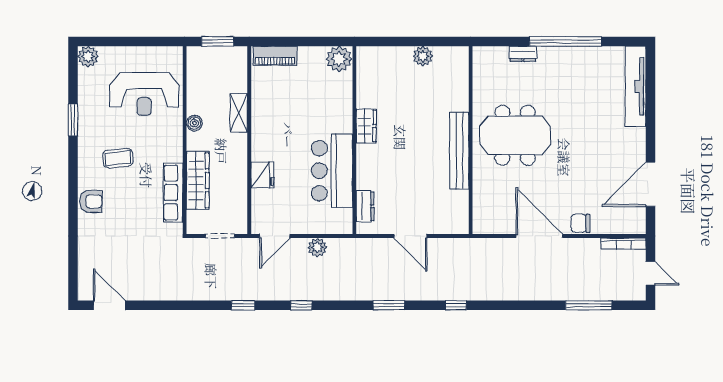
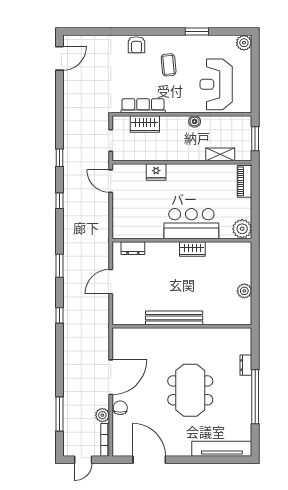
shelving: (239, 113) -> (220, 154), moved
meeting table: (515, 135) -> (190, 390), moved
bar counter: (332, 171) -> (191, 224), moved
wardrobe: (198, 180) -> (145, 124), width x0.67
plant: (317, 247) -> (102, 415), moved

